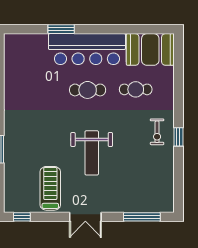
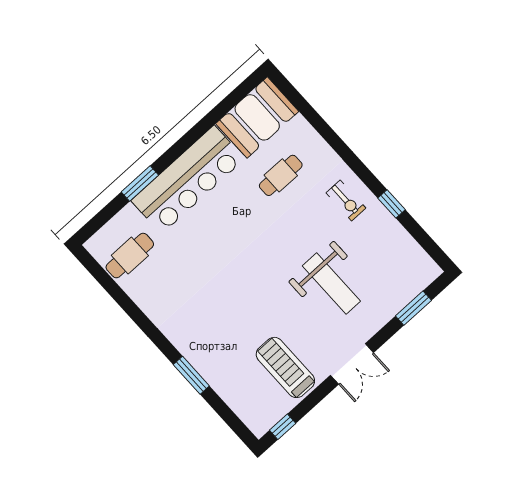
cafe table: (88, 90) -> (130, 256), moved
window: (178, 137) -> (391, 204), moved
weight bench: (92, 153) -> (331, 284), moved
window: (142, 217) -> (413, 308), width x0.69

